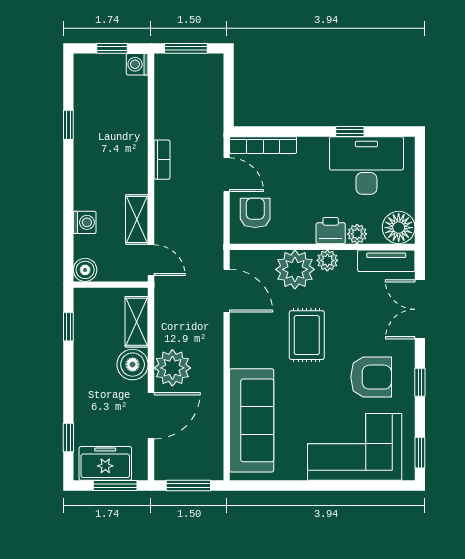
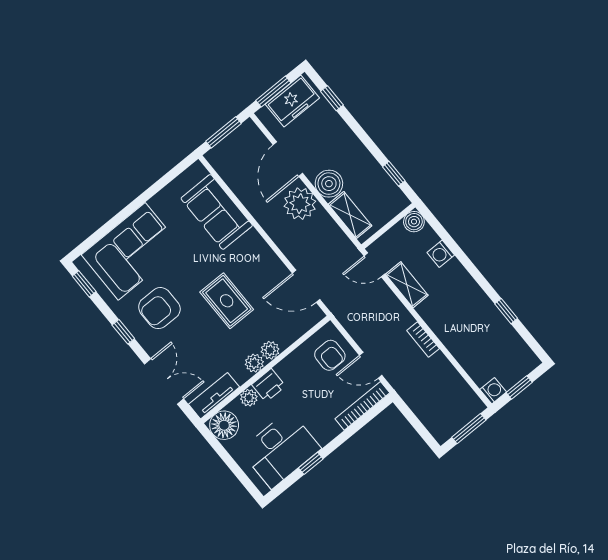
plant: (295, 269) -> (270, 350), width x0.53, depth x0.53
sofa: (252, 420) -> (217, 212), width x0.73

